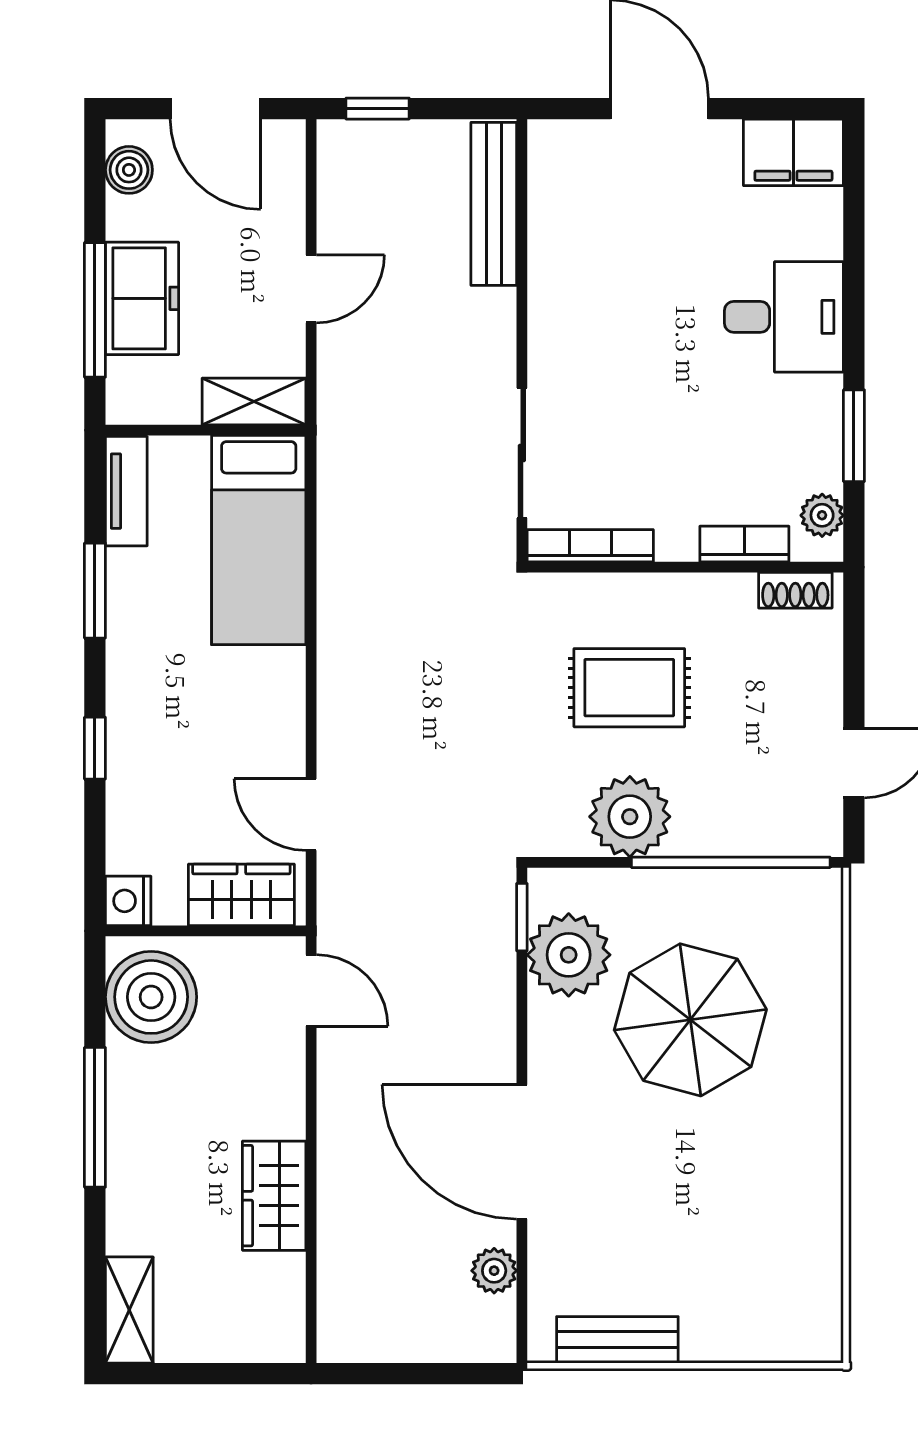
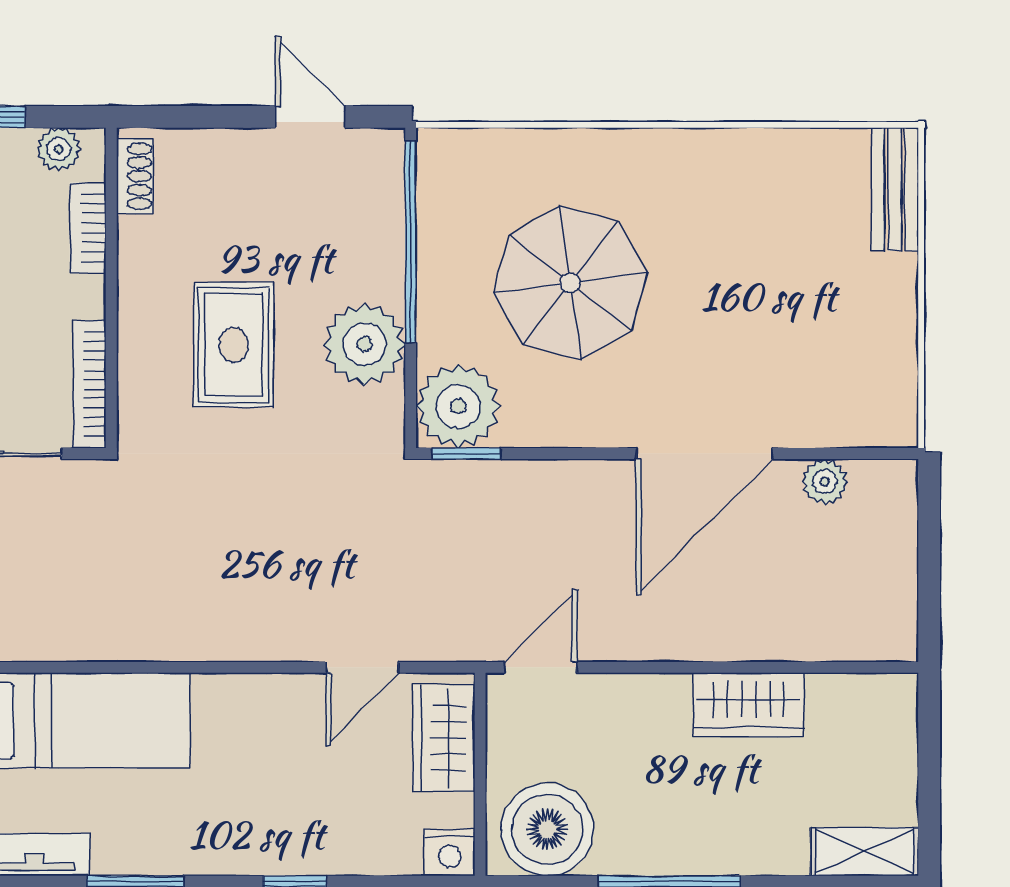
plant: (569, 955) -> (458, 406), moved
bench: (617, 1340) -> (895, 189), moved

